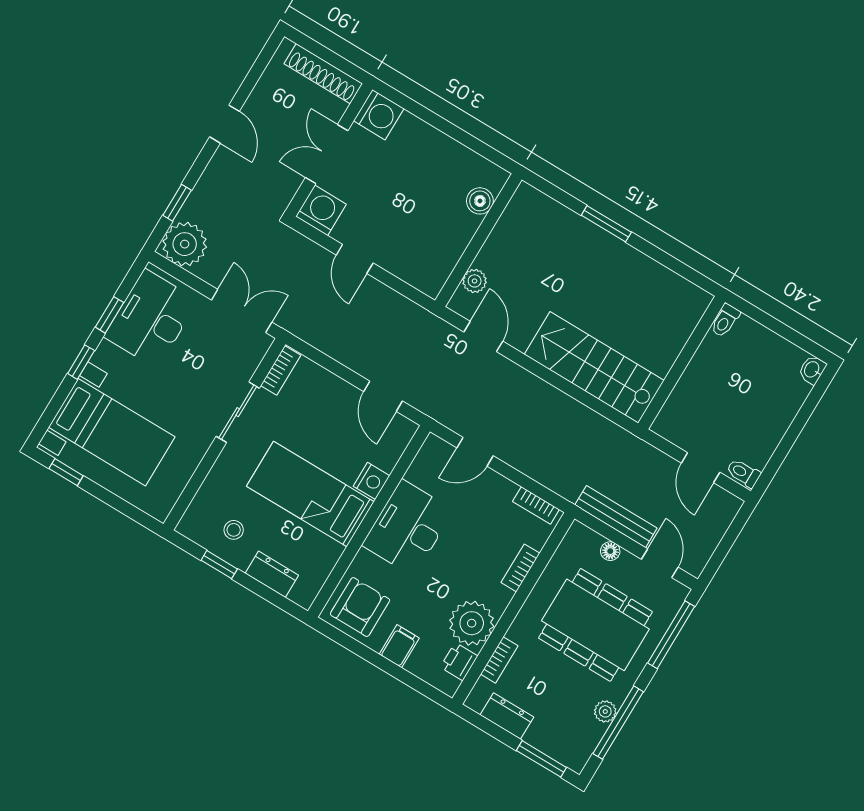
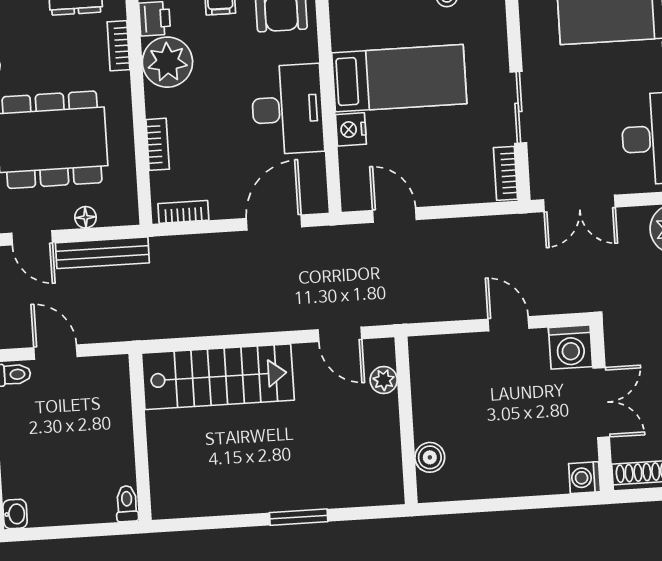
washing machine: (379, 115) -> (585, 478), width x0.73, depth x0.73
door: (475, 452) -> (274, 223), width x1.38

